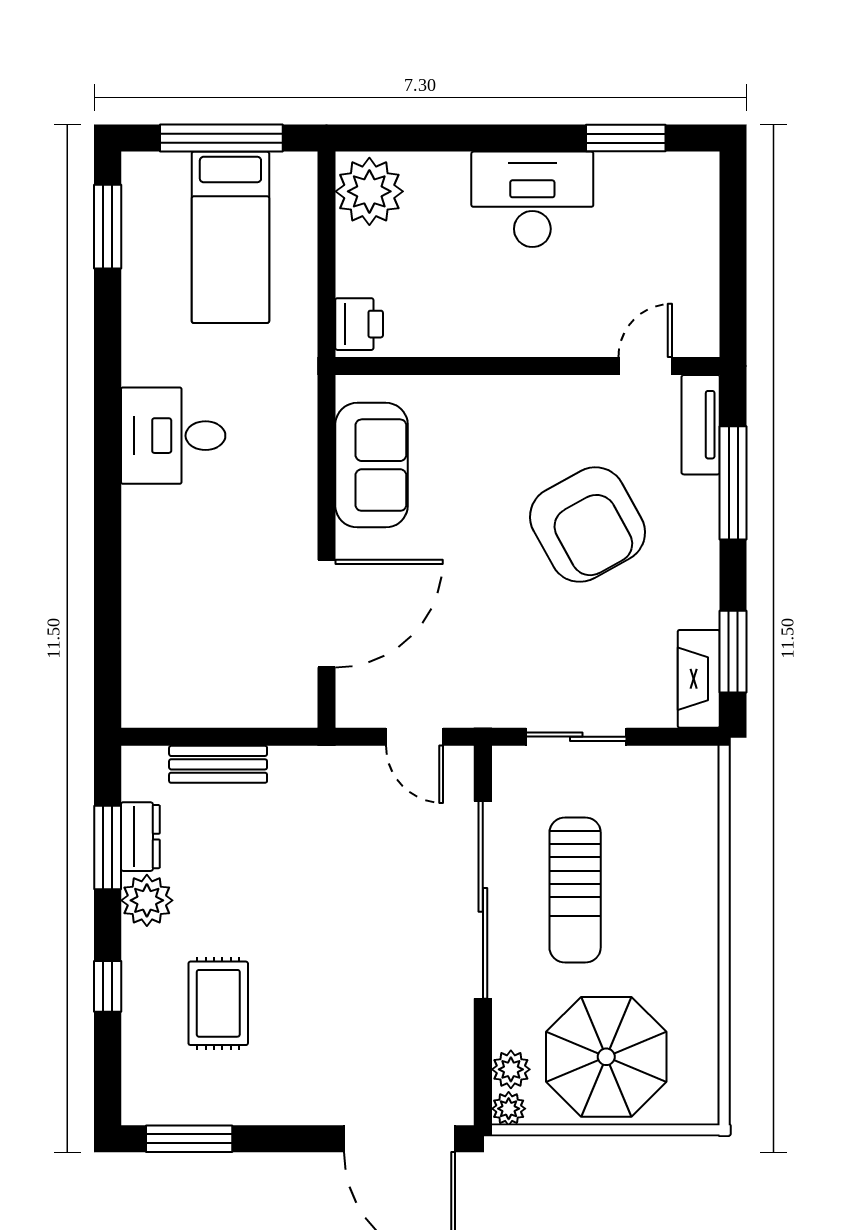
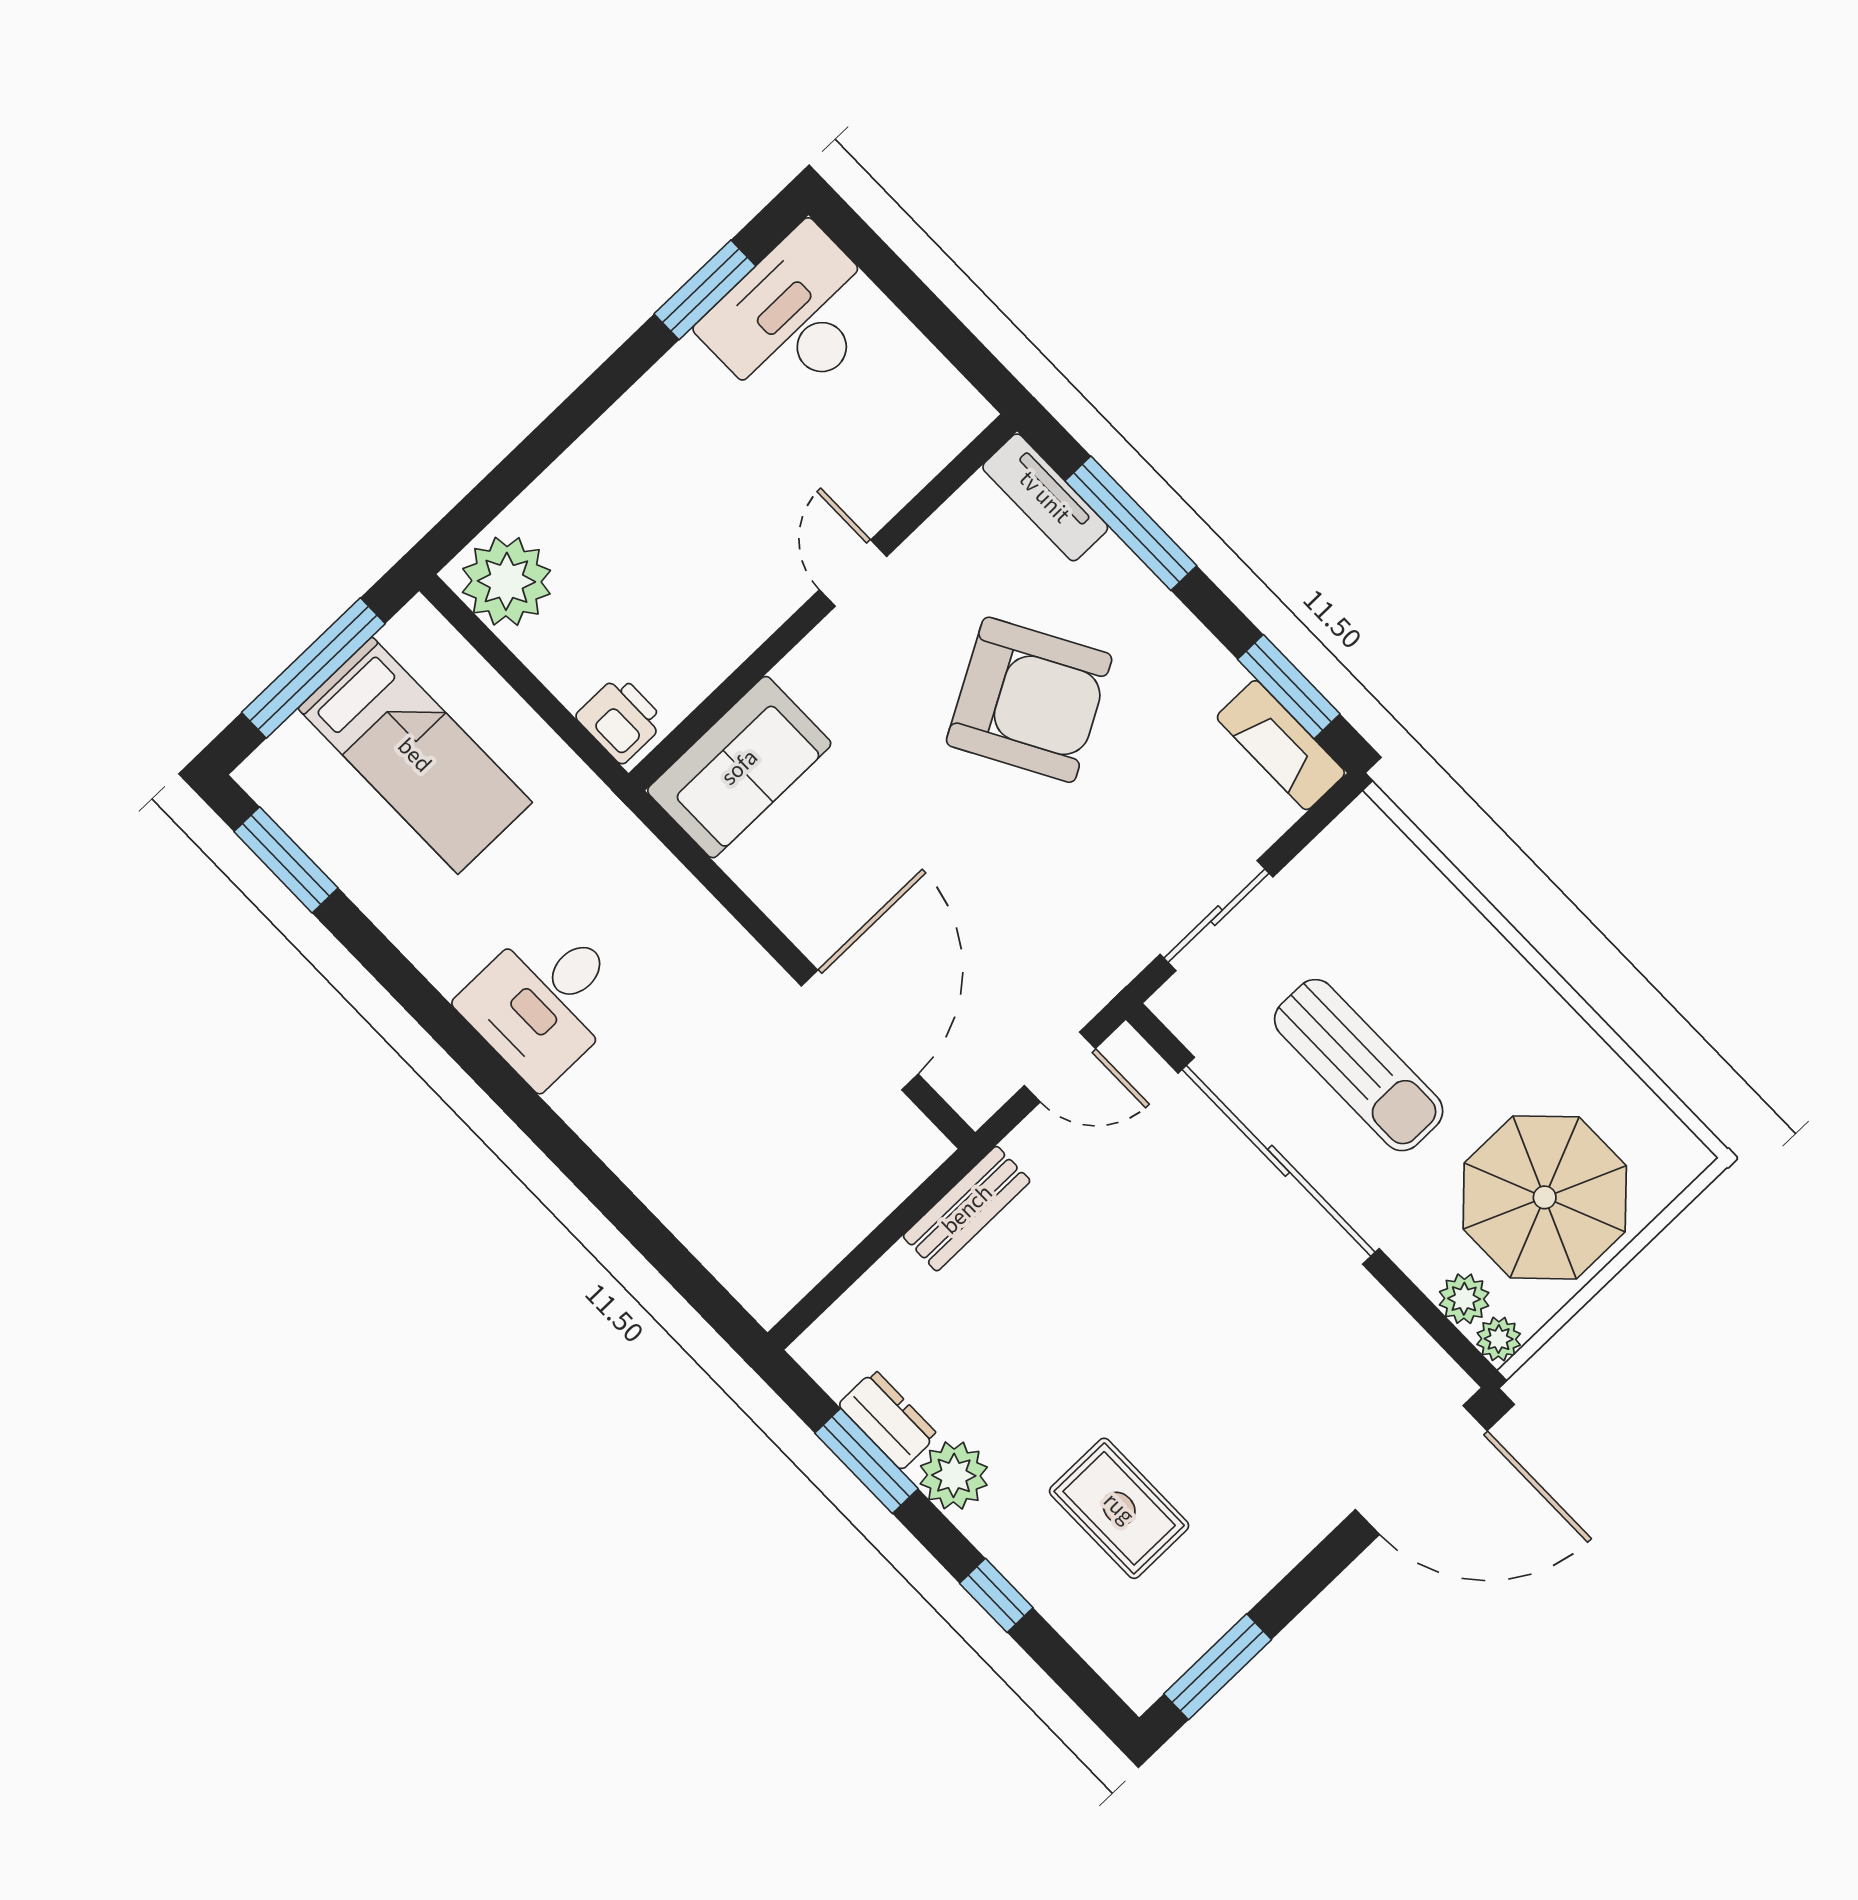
desk: (532, 199) -> (794, 318), moved
door: (645, 366) -> (853, 573), moved
sofa: (372, 465) -> (739, 767), moved, turned 90
bench: (218, 764) -> (967, 1209), moved

